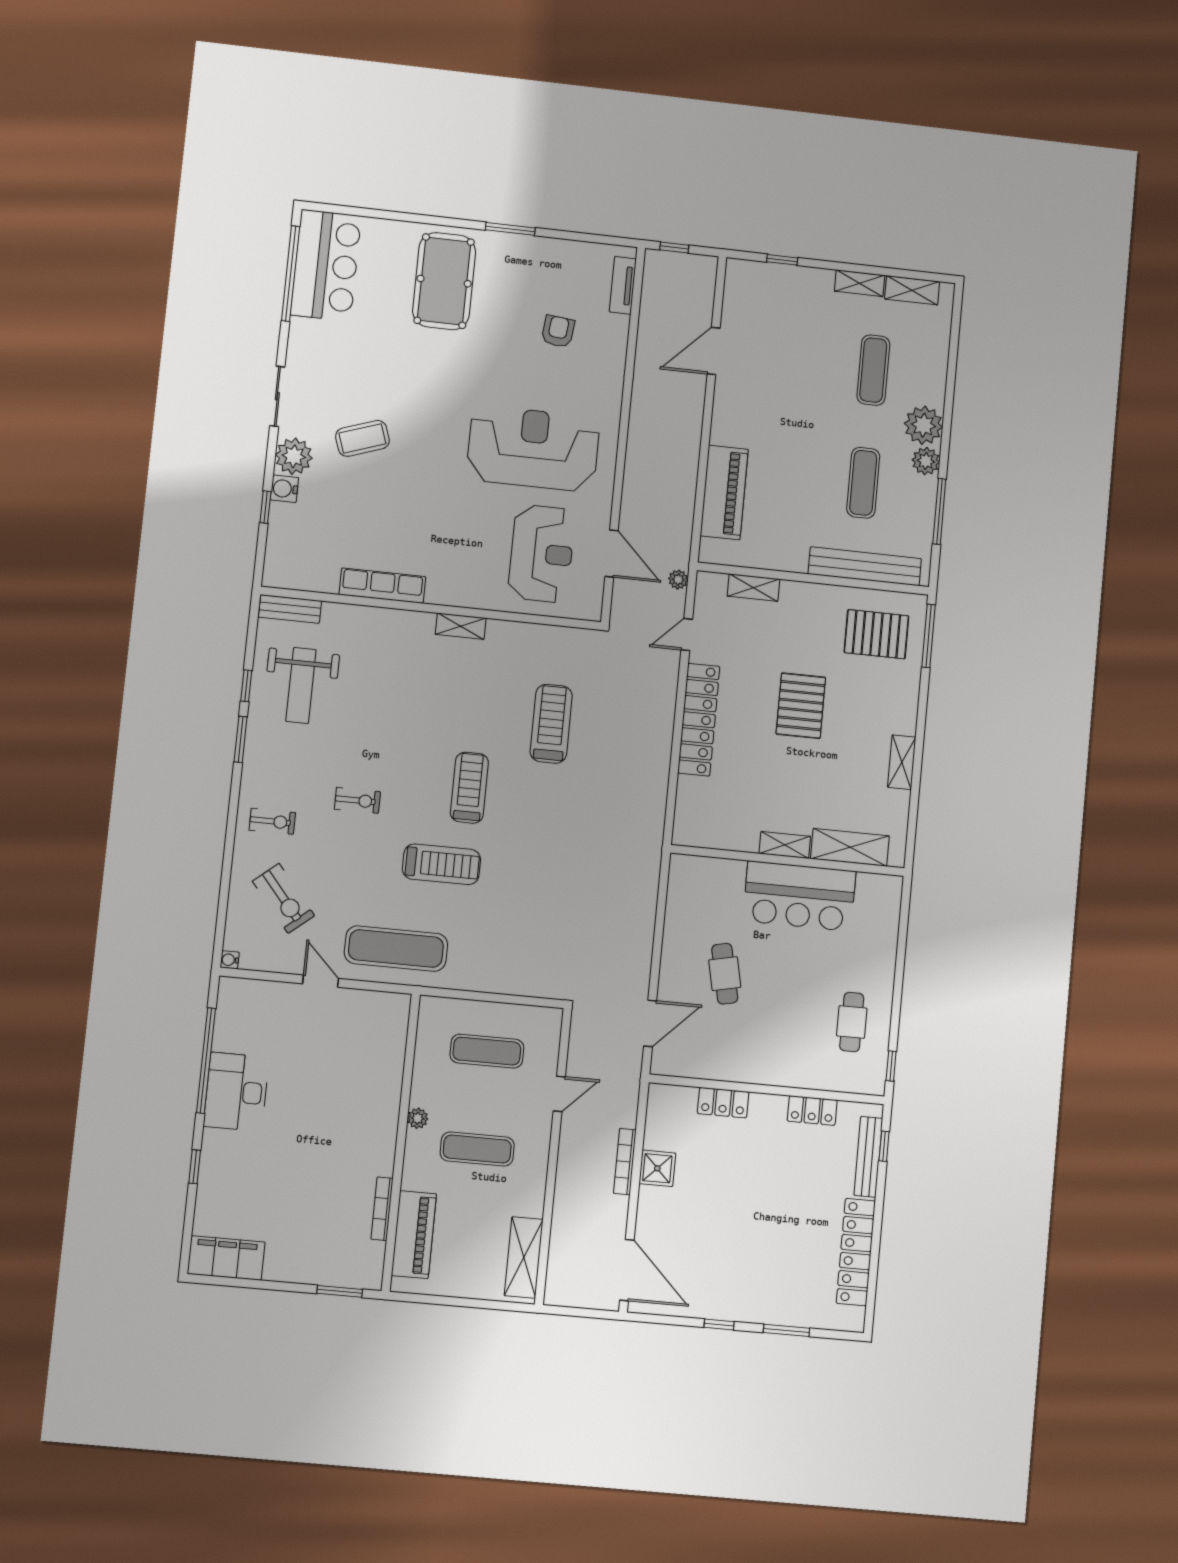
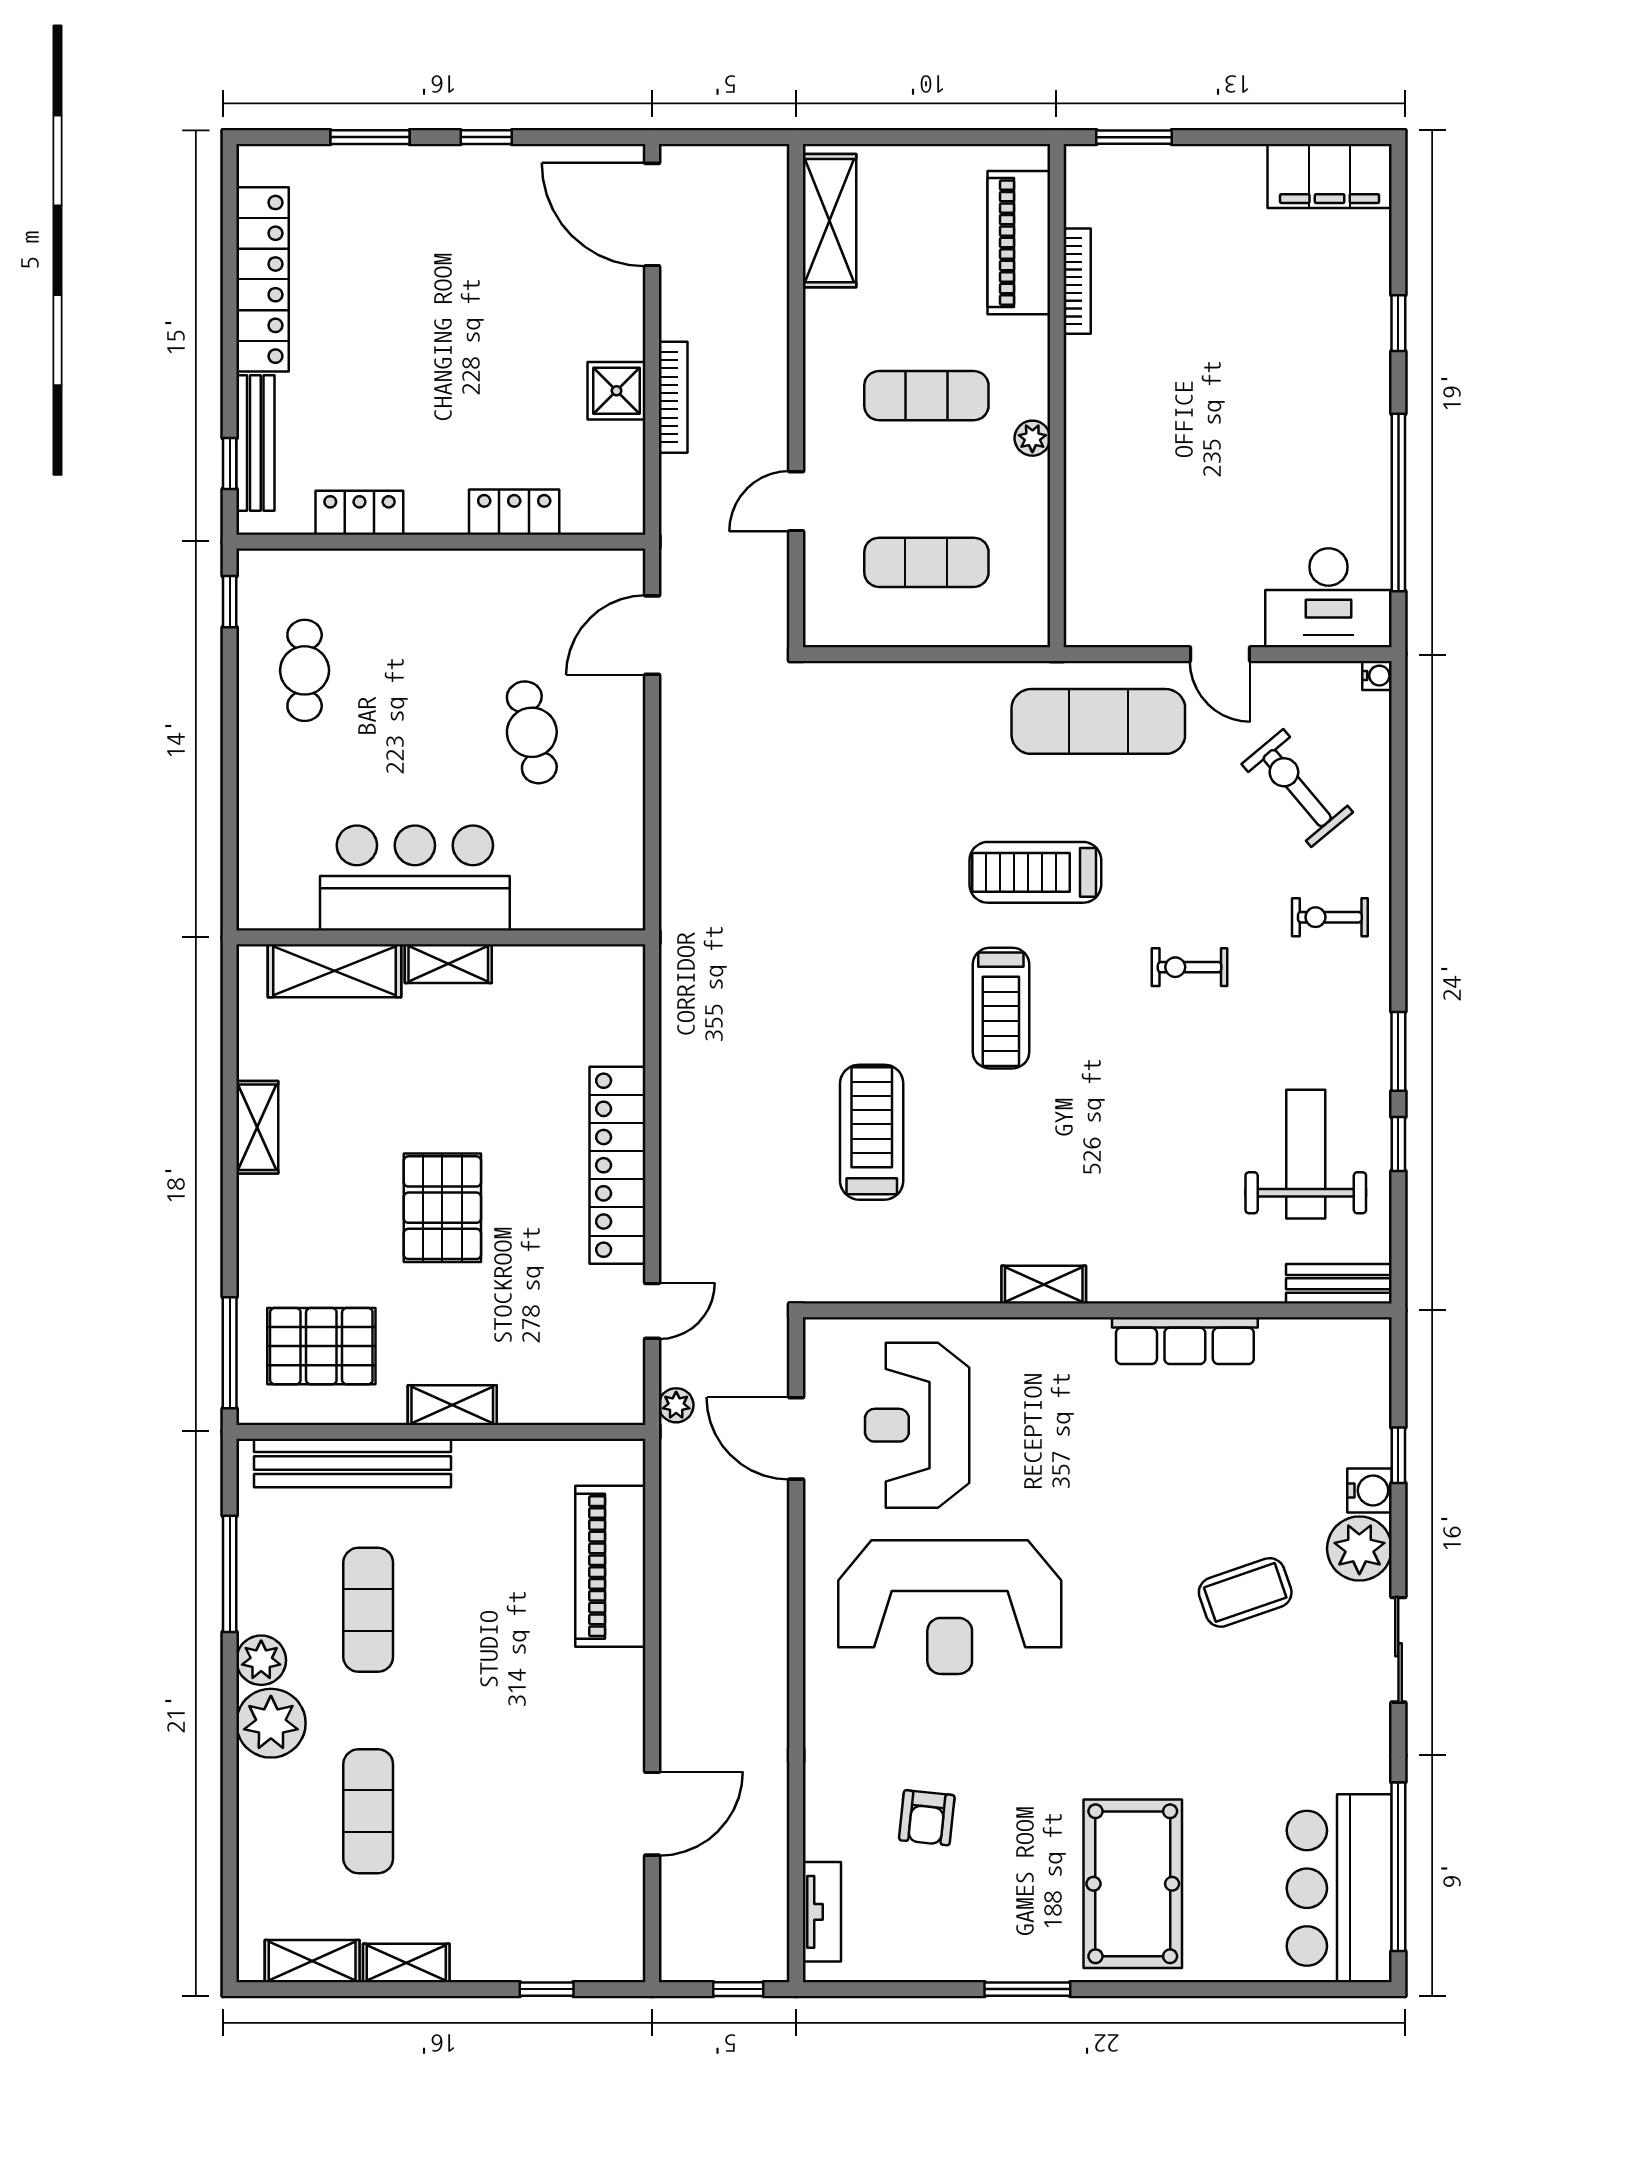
shelving: (753, 588) -> (452, 1405), moved
treadmill: (551, 724) -> (872, 1132), turned 180
desk: (236, 1092) -> (1329, 598), moved, turned 90

